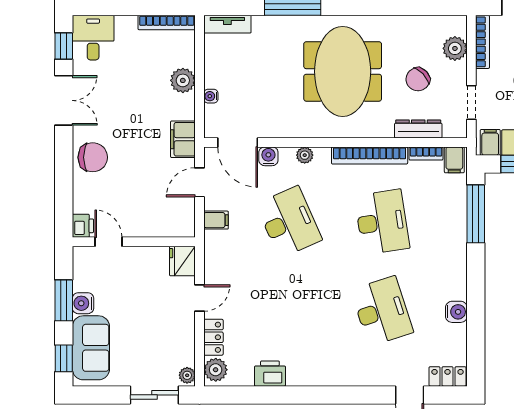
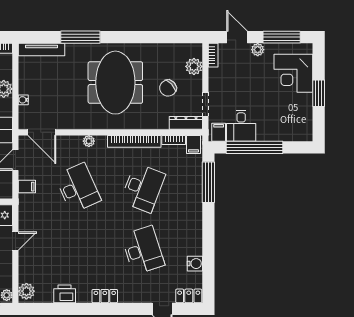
tv unit: (227, 24) -> (41, 50), width x1.41
bookcase: (482, 42) -> (213, 55), width x0.64
dresser: (418, 129) -> (186, 123), moved
water cooler: (268, 156) -> (63, 142), removed
desk: (382, 222) -> (143, 188), turned 30
water cooler: (456, 312) -> (195, 264), moved
locker: (214, 337) -> (105, 296), moved, turned -90

